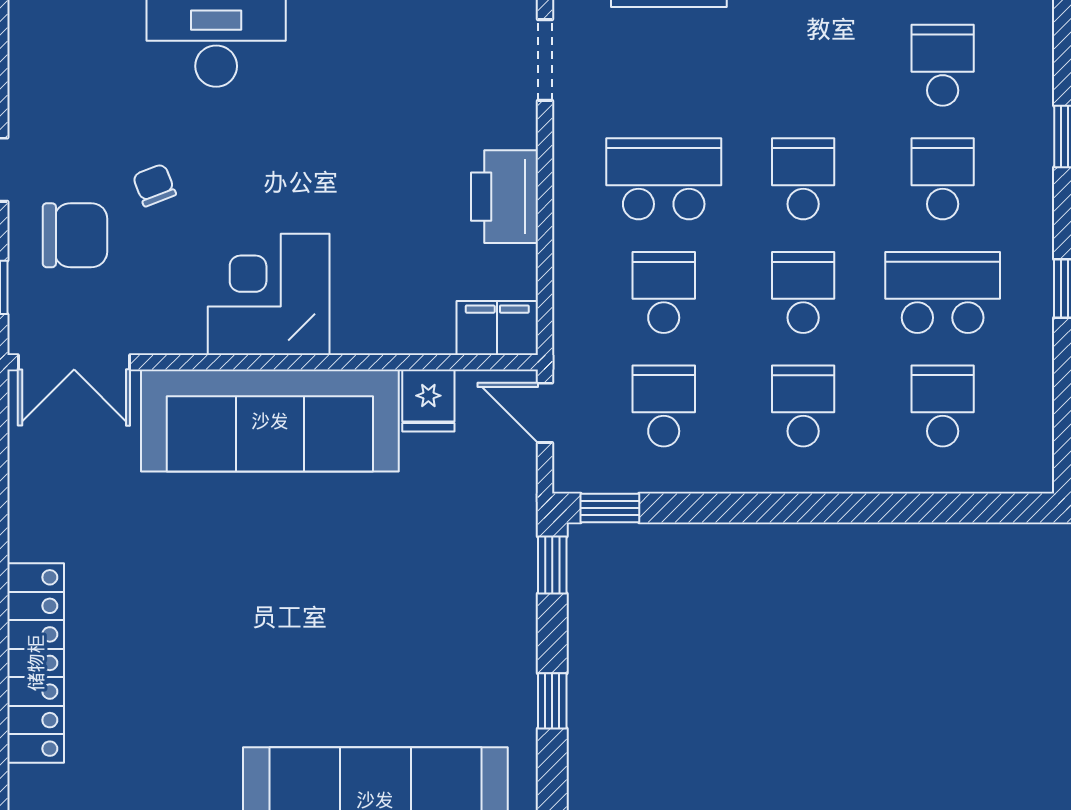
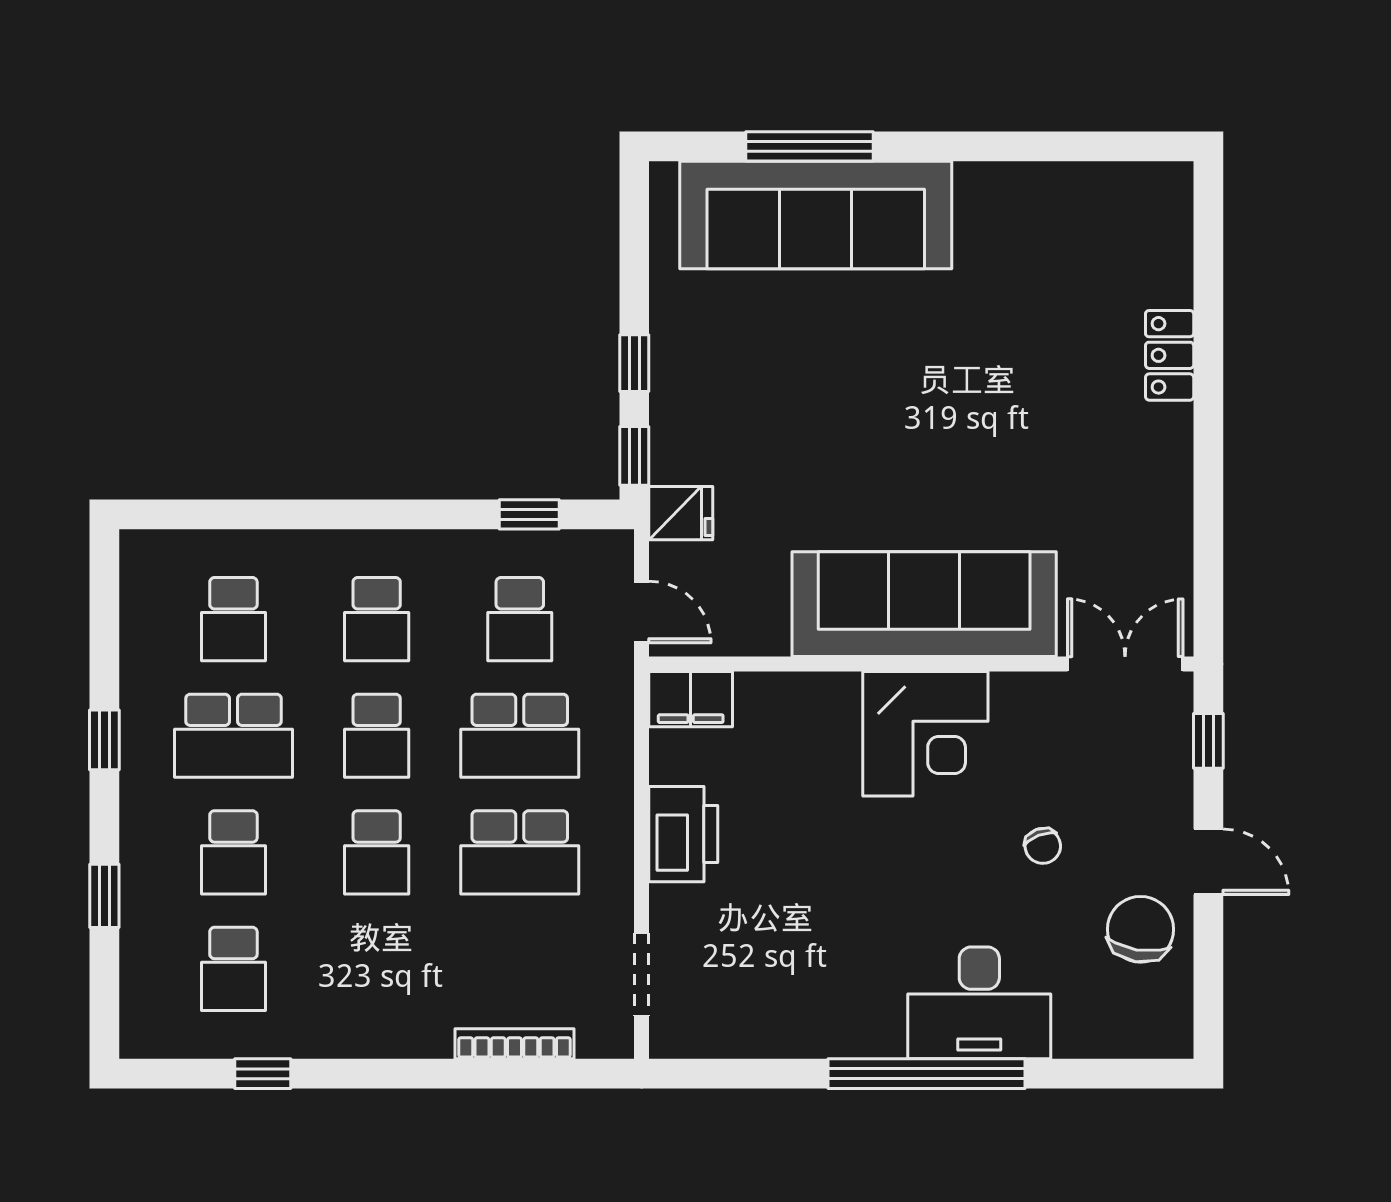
chair: (75, 235) -> (1140, 929), moved, turned 99
school desk: (664, 292) -> (520, 736), width x1.85
fridge: (428, 401) -> (681, 513), moved, turned 90
window: (610, 508) -> (529, 514), moved
locker: (36, 663) -> (1170, 355), width x0.46, depth x0.83
window: (552, 701) -> (634, 363), moved

